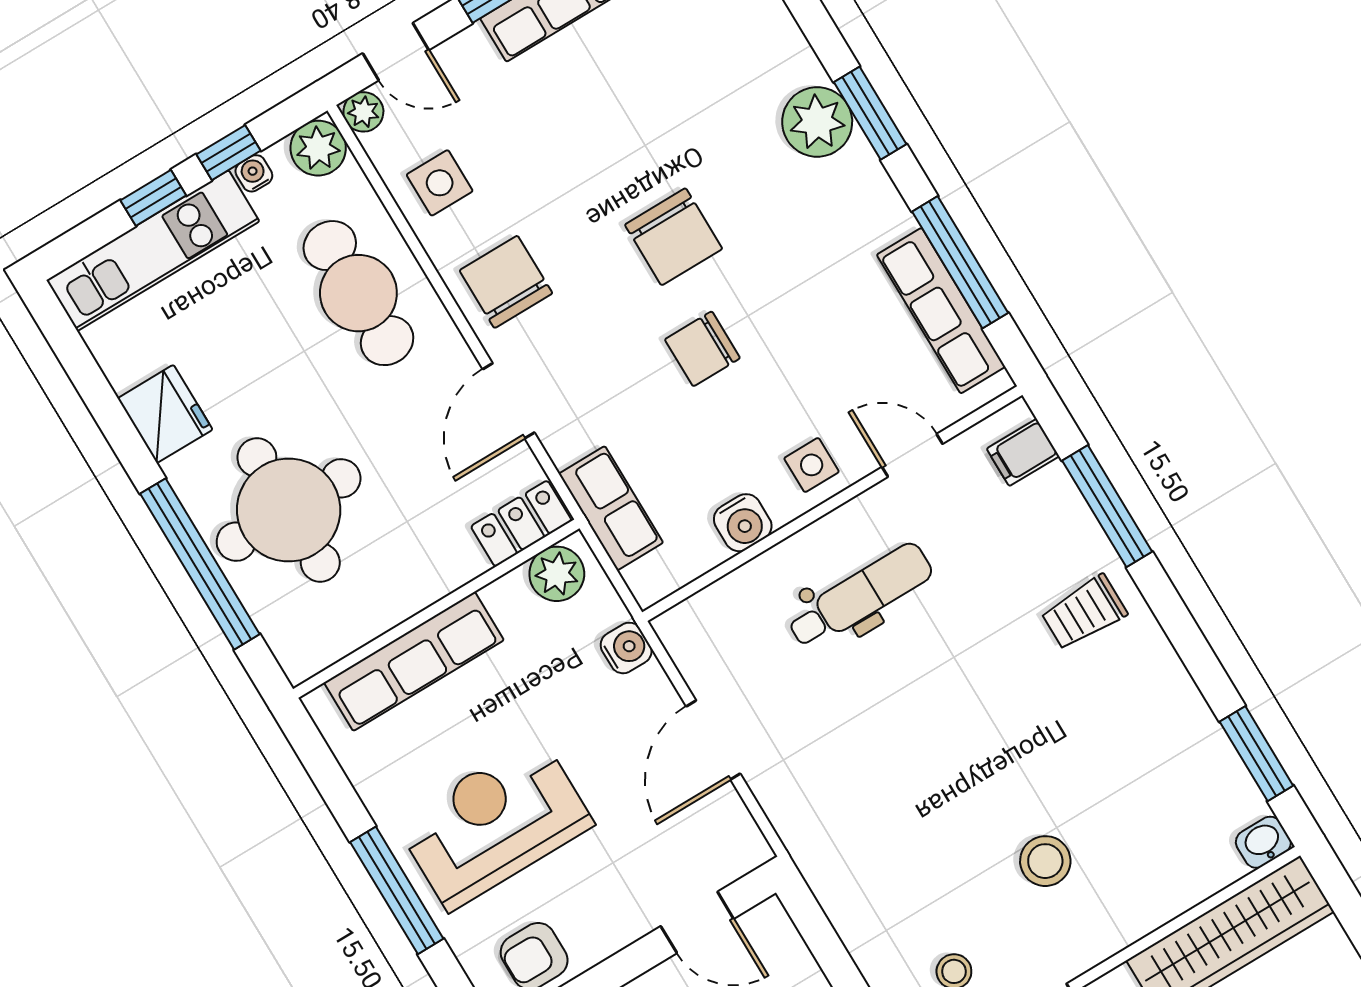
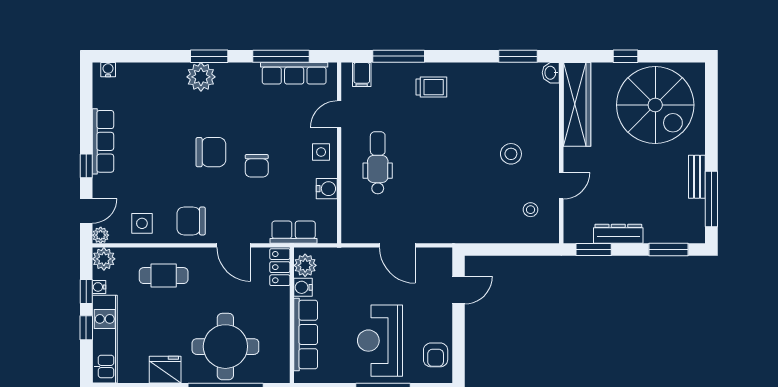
cafe table: (358, 293) -> (164, 276), width x0.73, depth x0.74
trolley: (1084, 613) -> (431, 87), turned -90
water cooler: (626, 648) -> (303, 287), moved, turned -90

